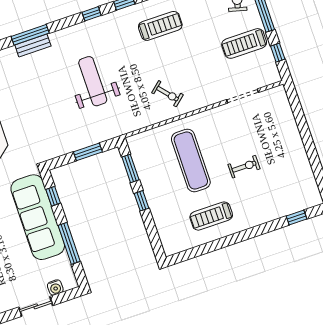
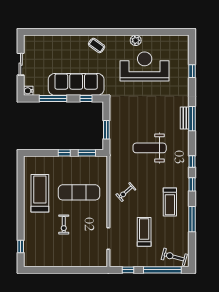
treadmill: (244, 43) -> (144, 232), moved
weight bench: (93, 81) -> (150, 148), turned 180
treadmill: (211, 216) -> (40, 193), width x1.37, depth x1.38
water cooler: (55, 287) -> (28, 91), moved

